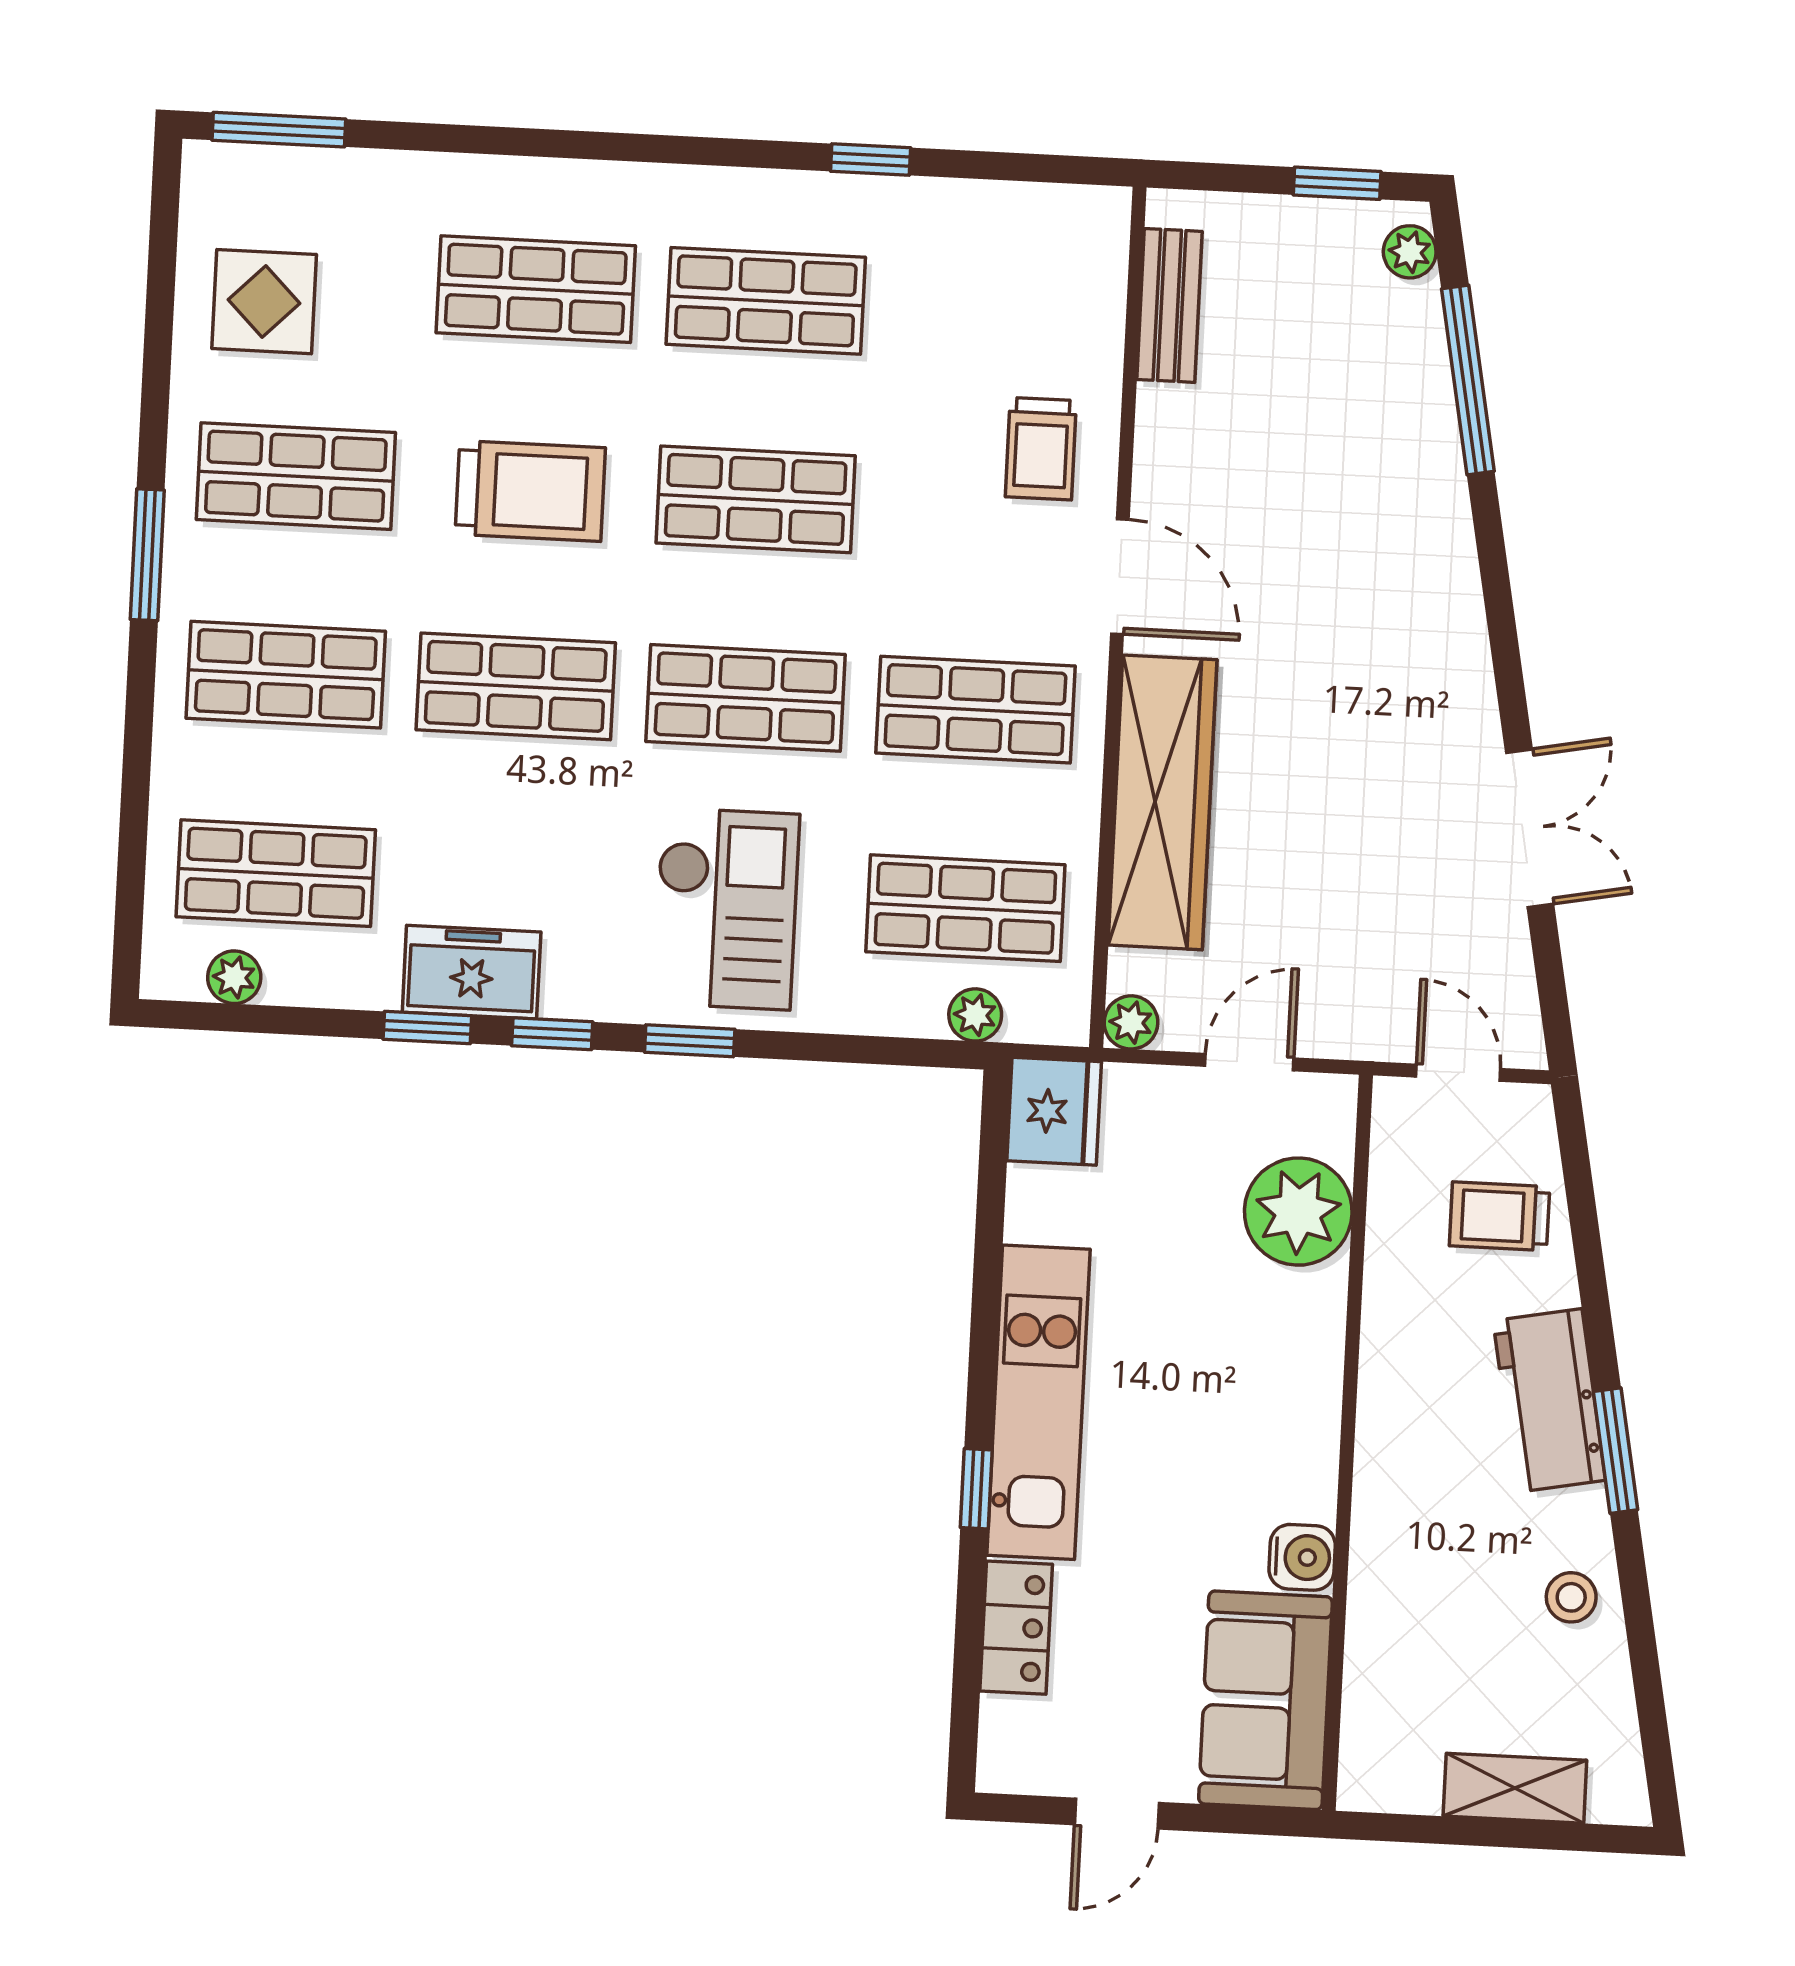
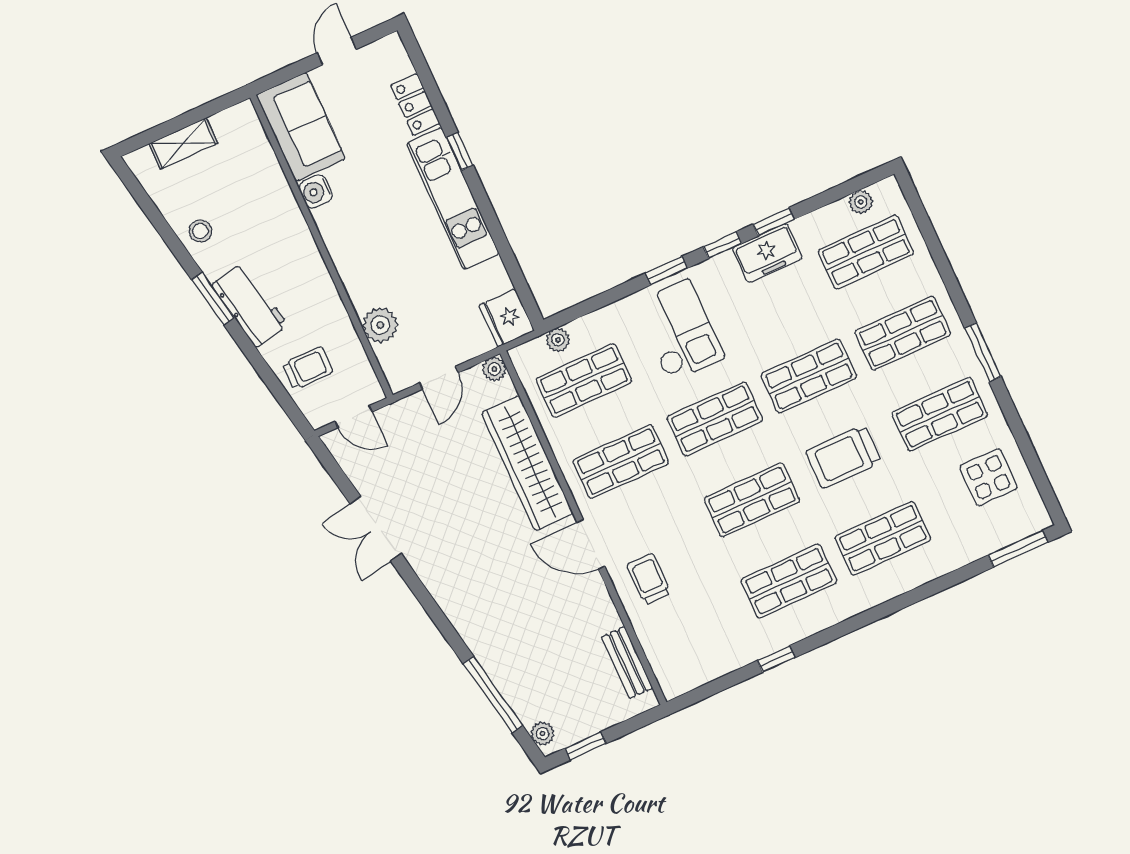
checkout: (726, 909) -> (679, 331), turned 180
plant: (1298, 1212) -> (380, 325), width x0.73, depth x0.73

